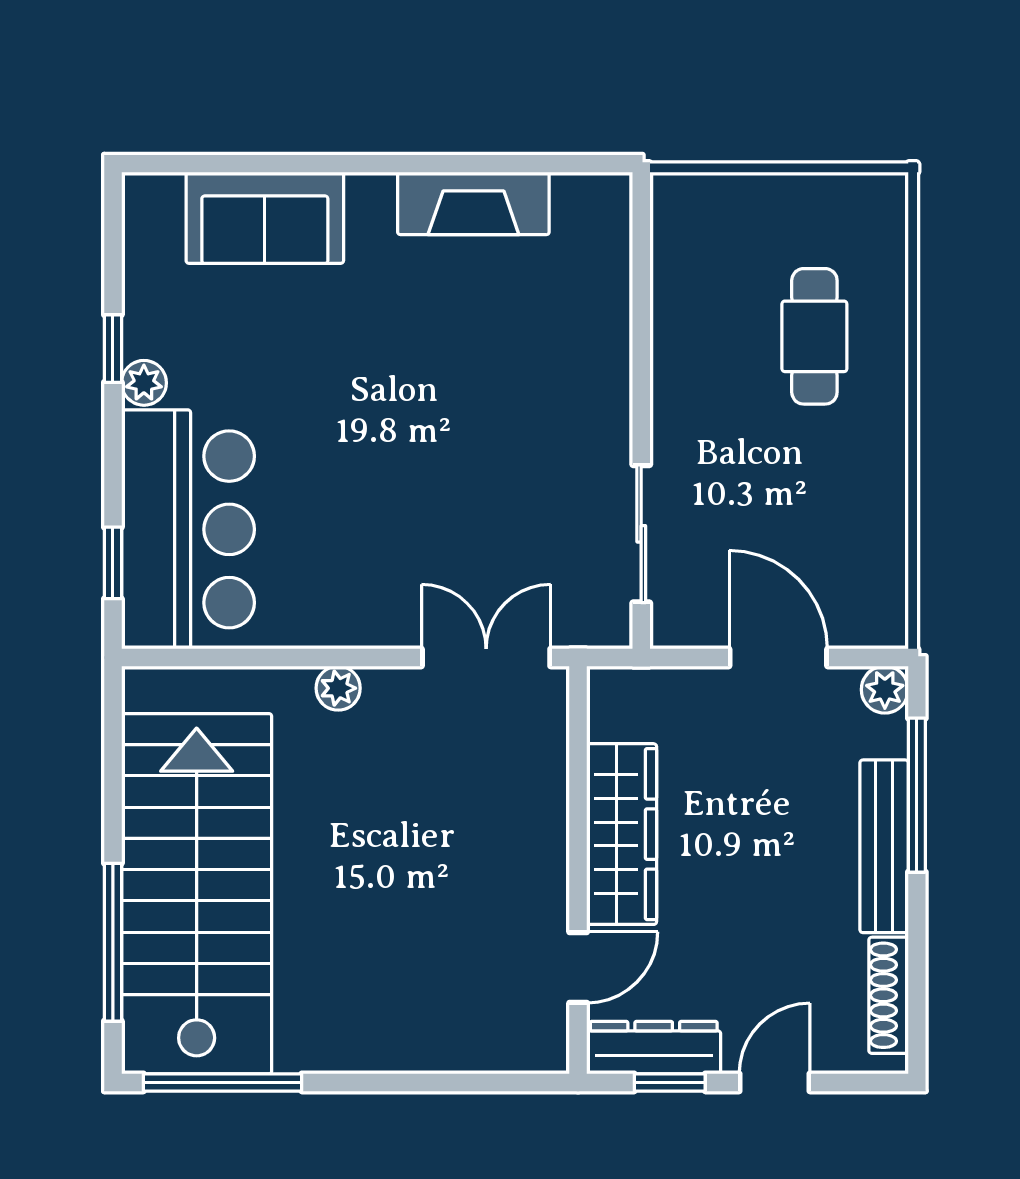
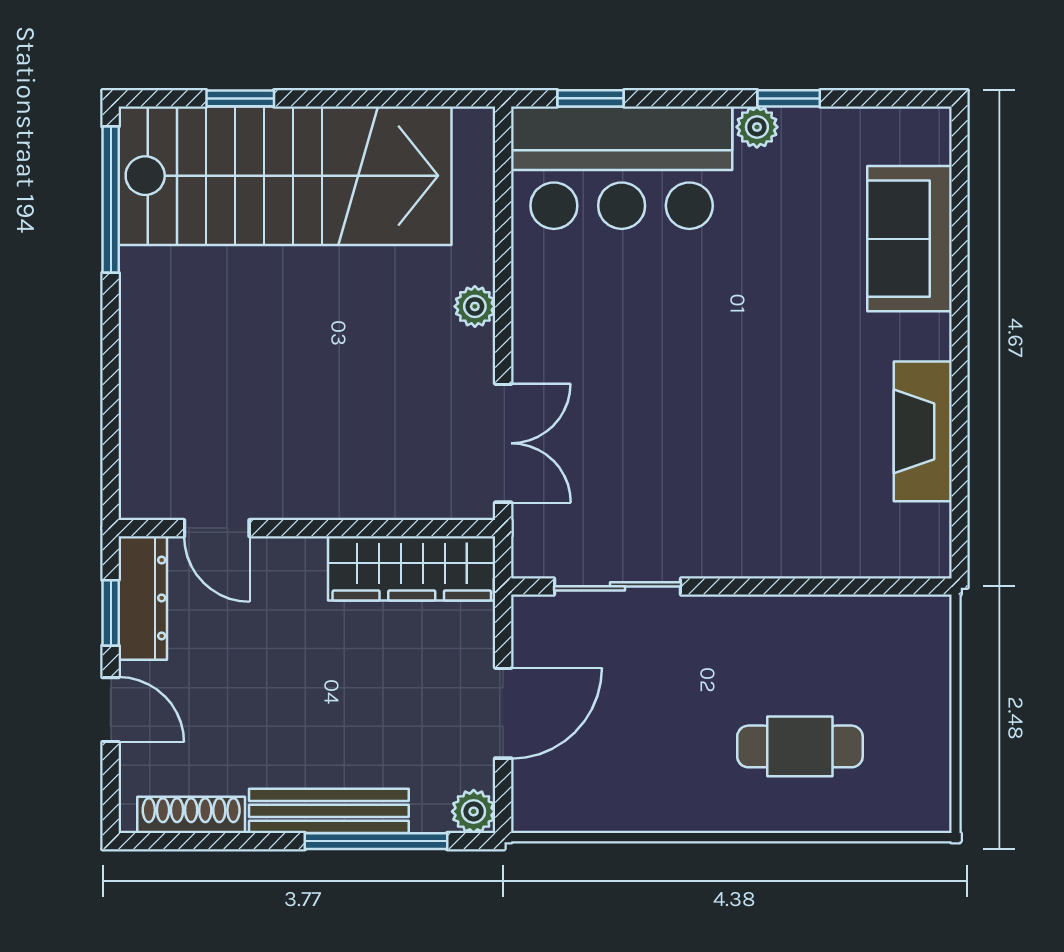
wardrobe: (622, 834) -> (412, 568), moved
window: (113, 942) -> (240, 98), width x0.46

